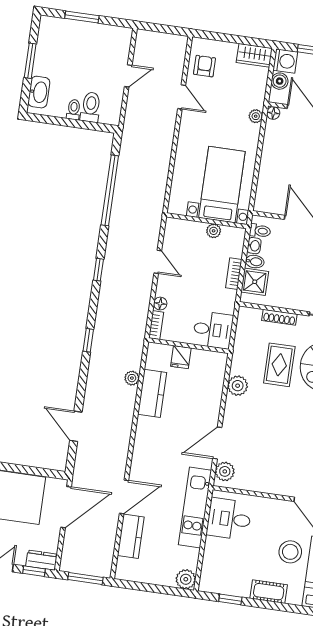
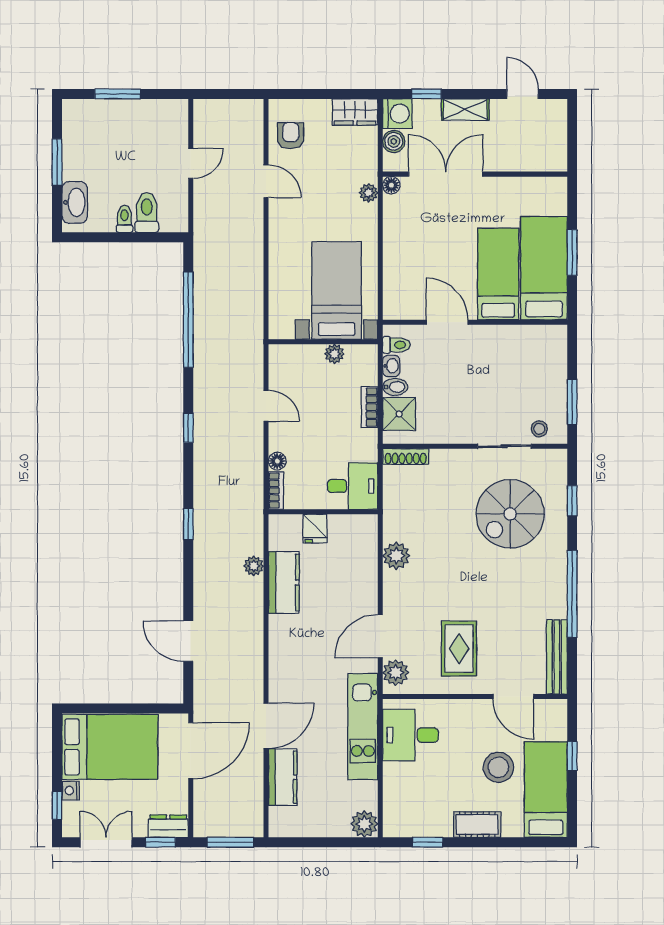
shoe rack: (279, 317) -> (406, 456), moved
rug: (279, 365) -> (459, 649), moved

